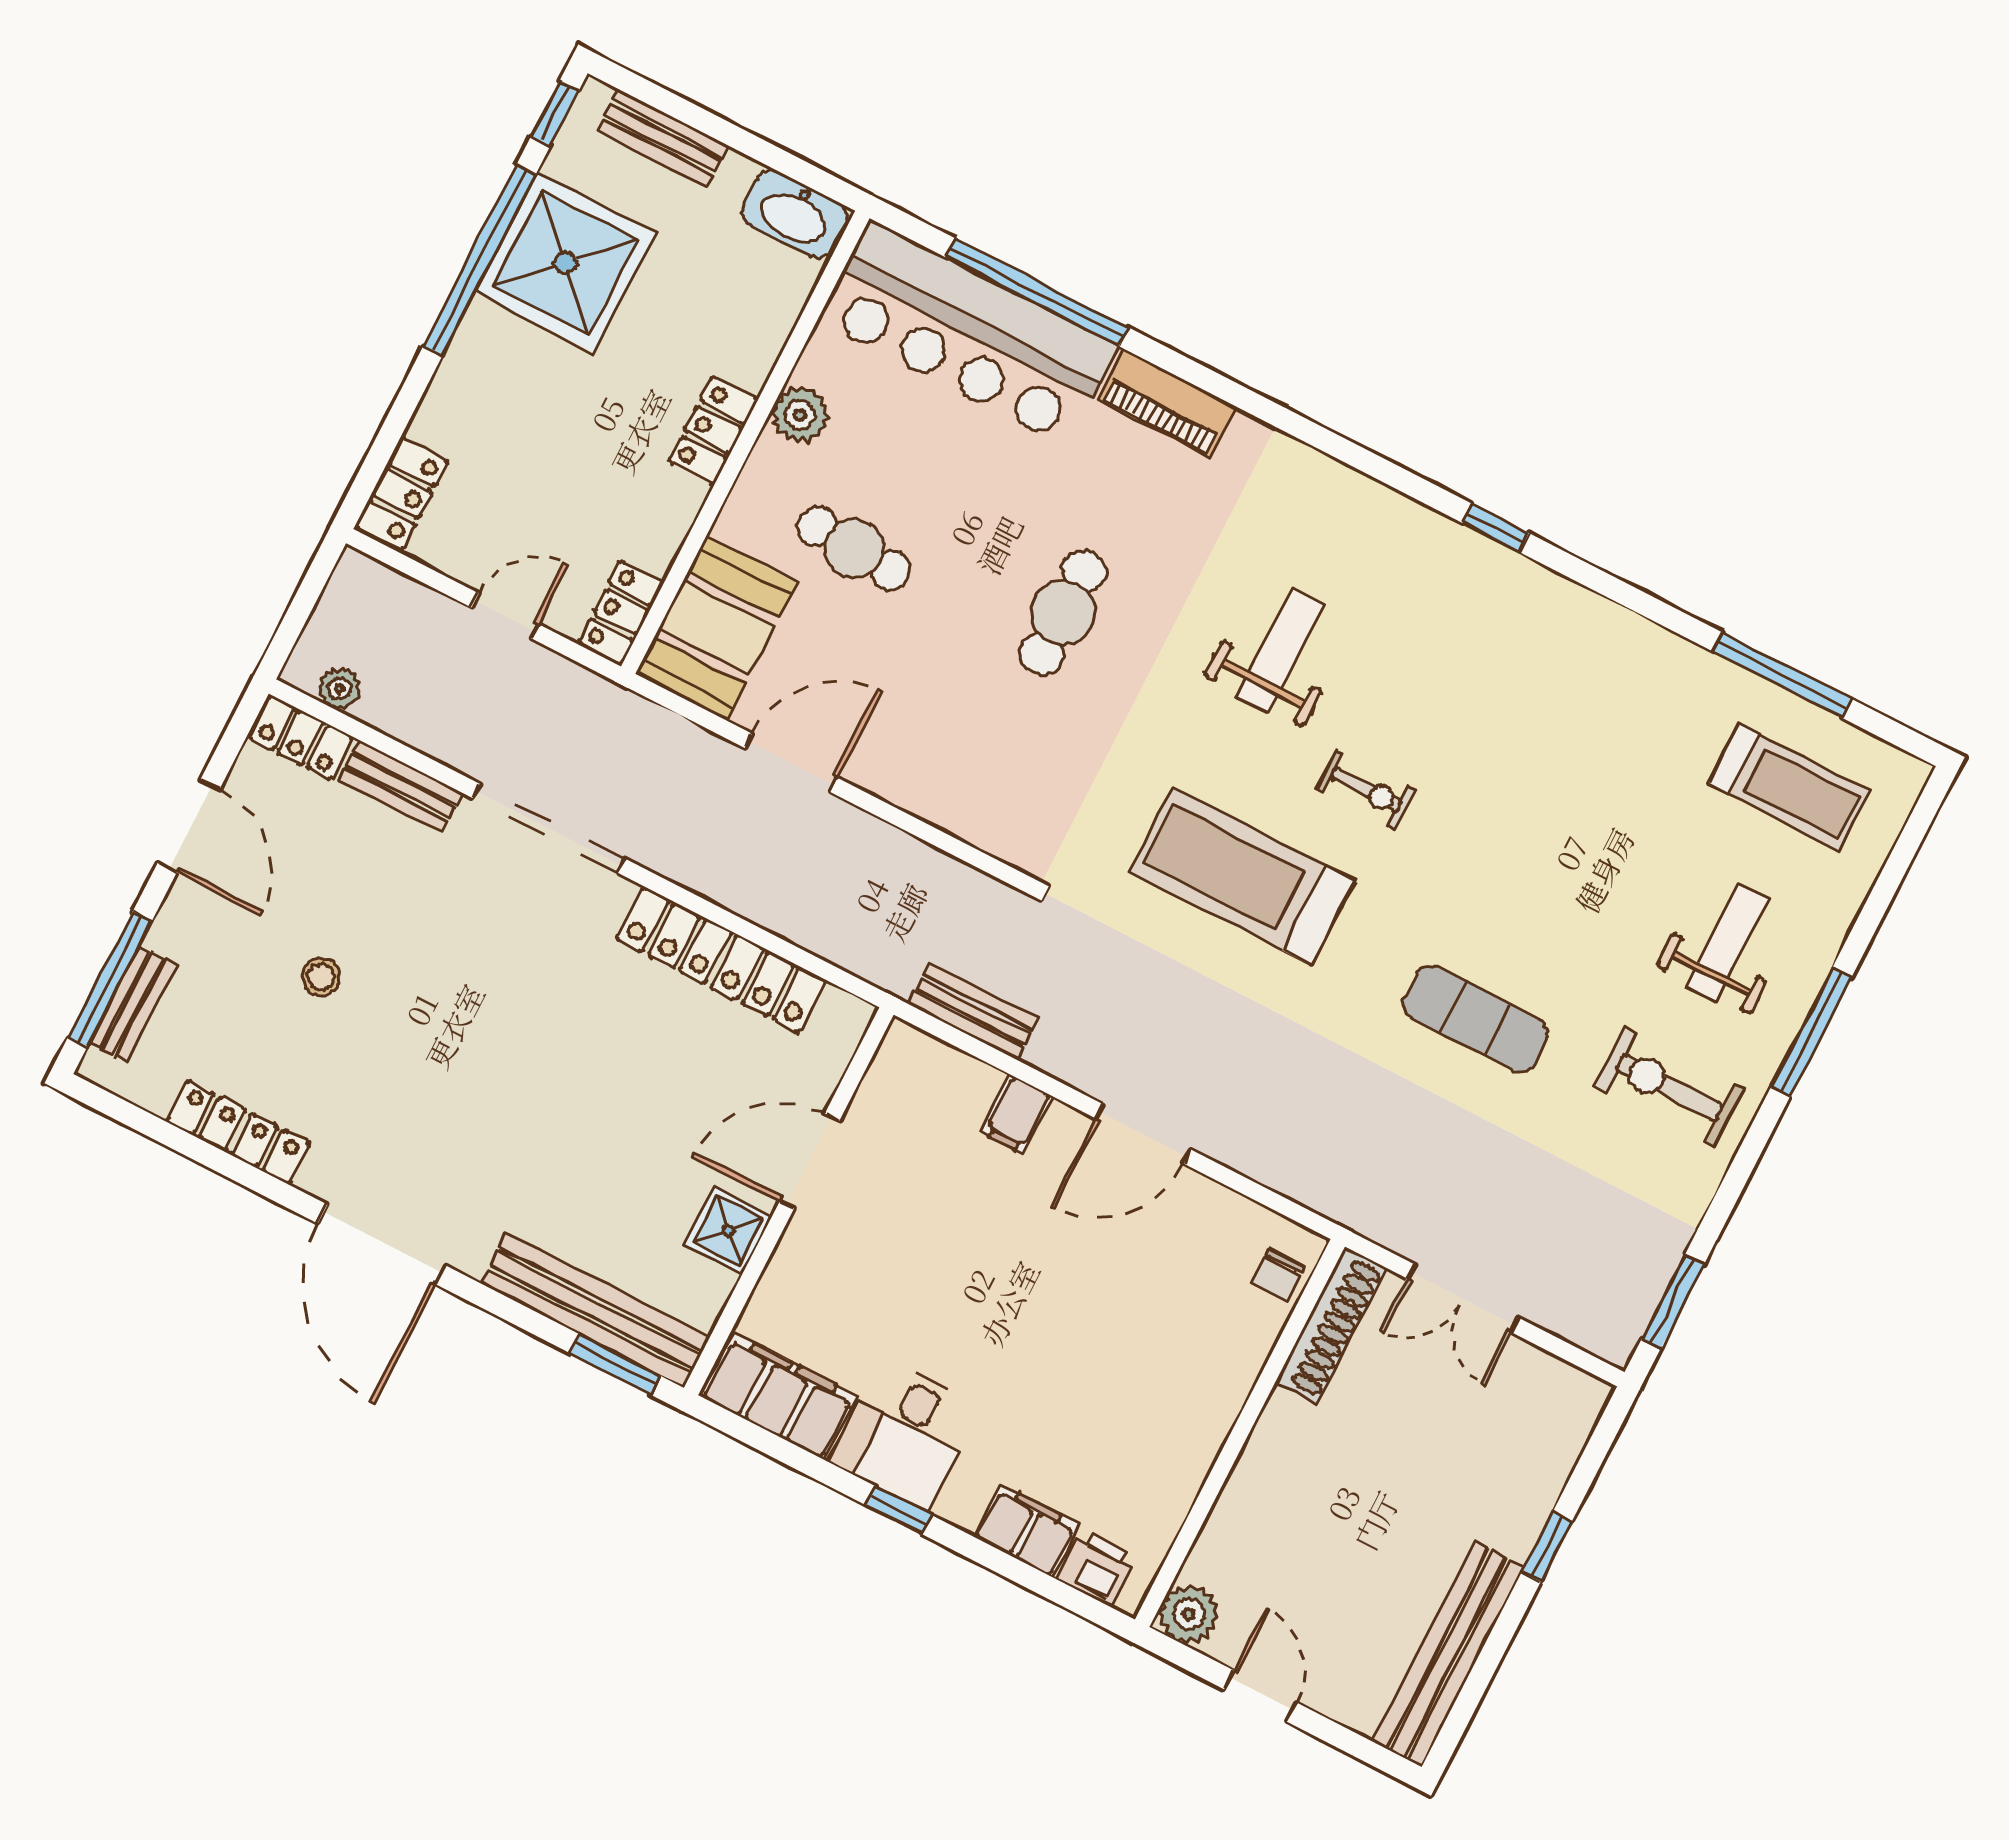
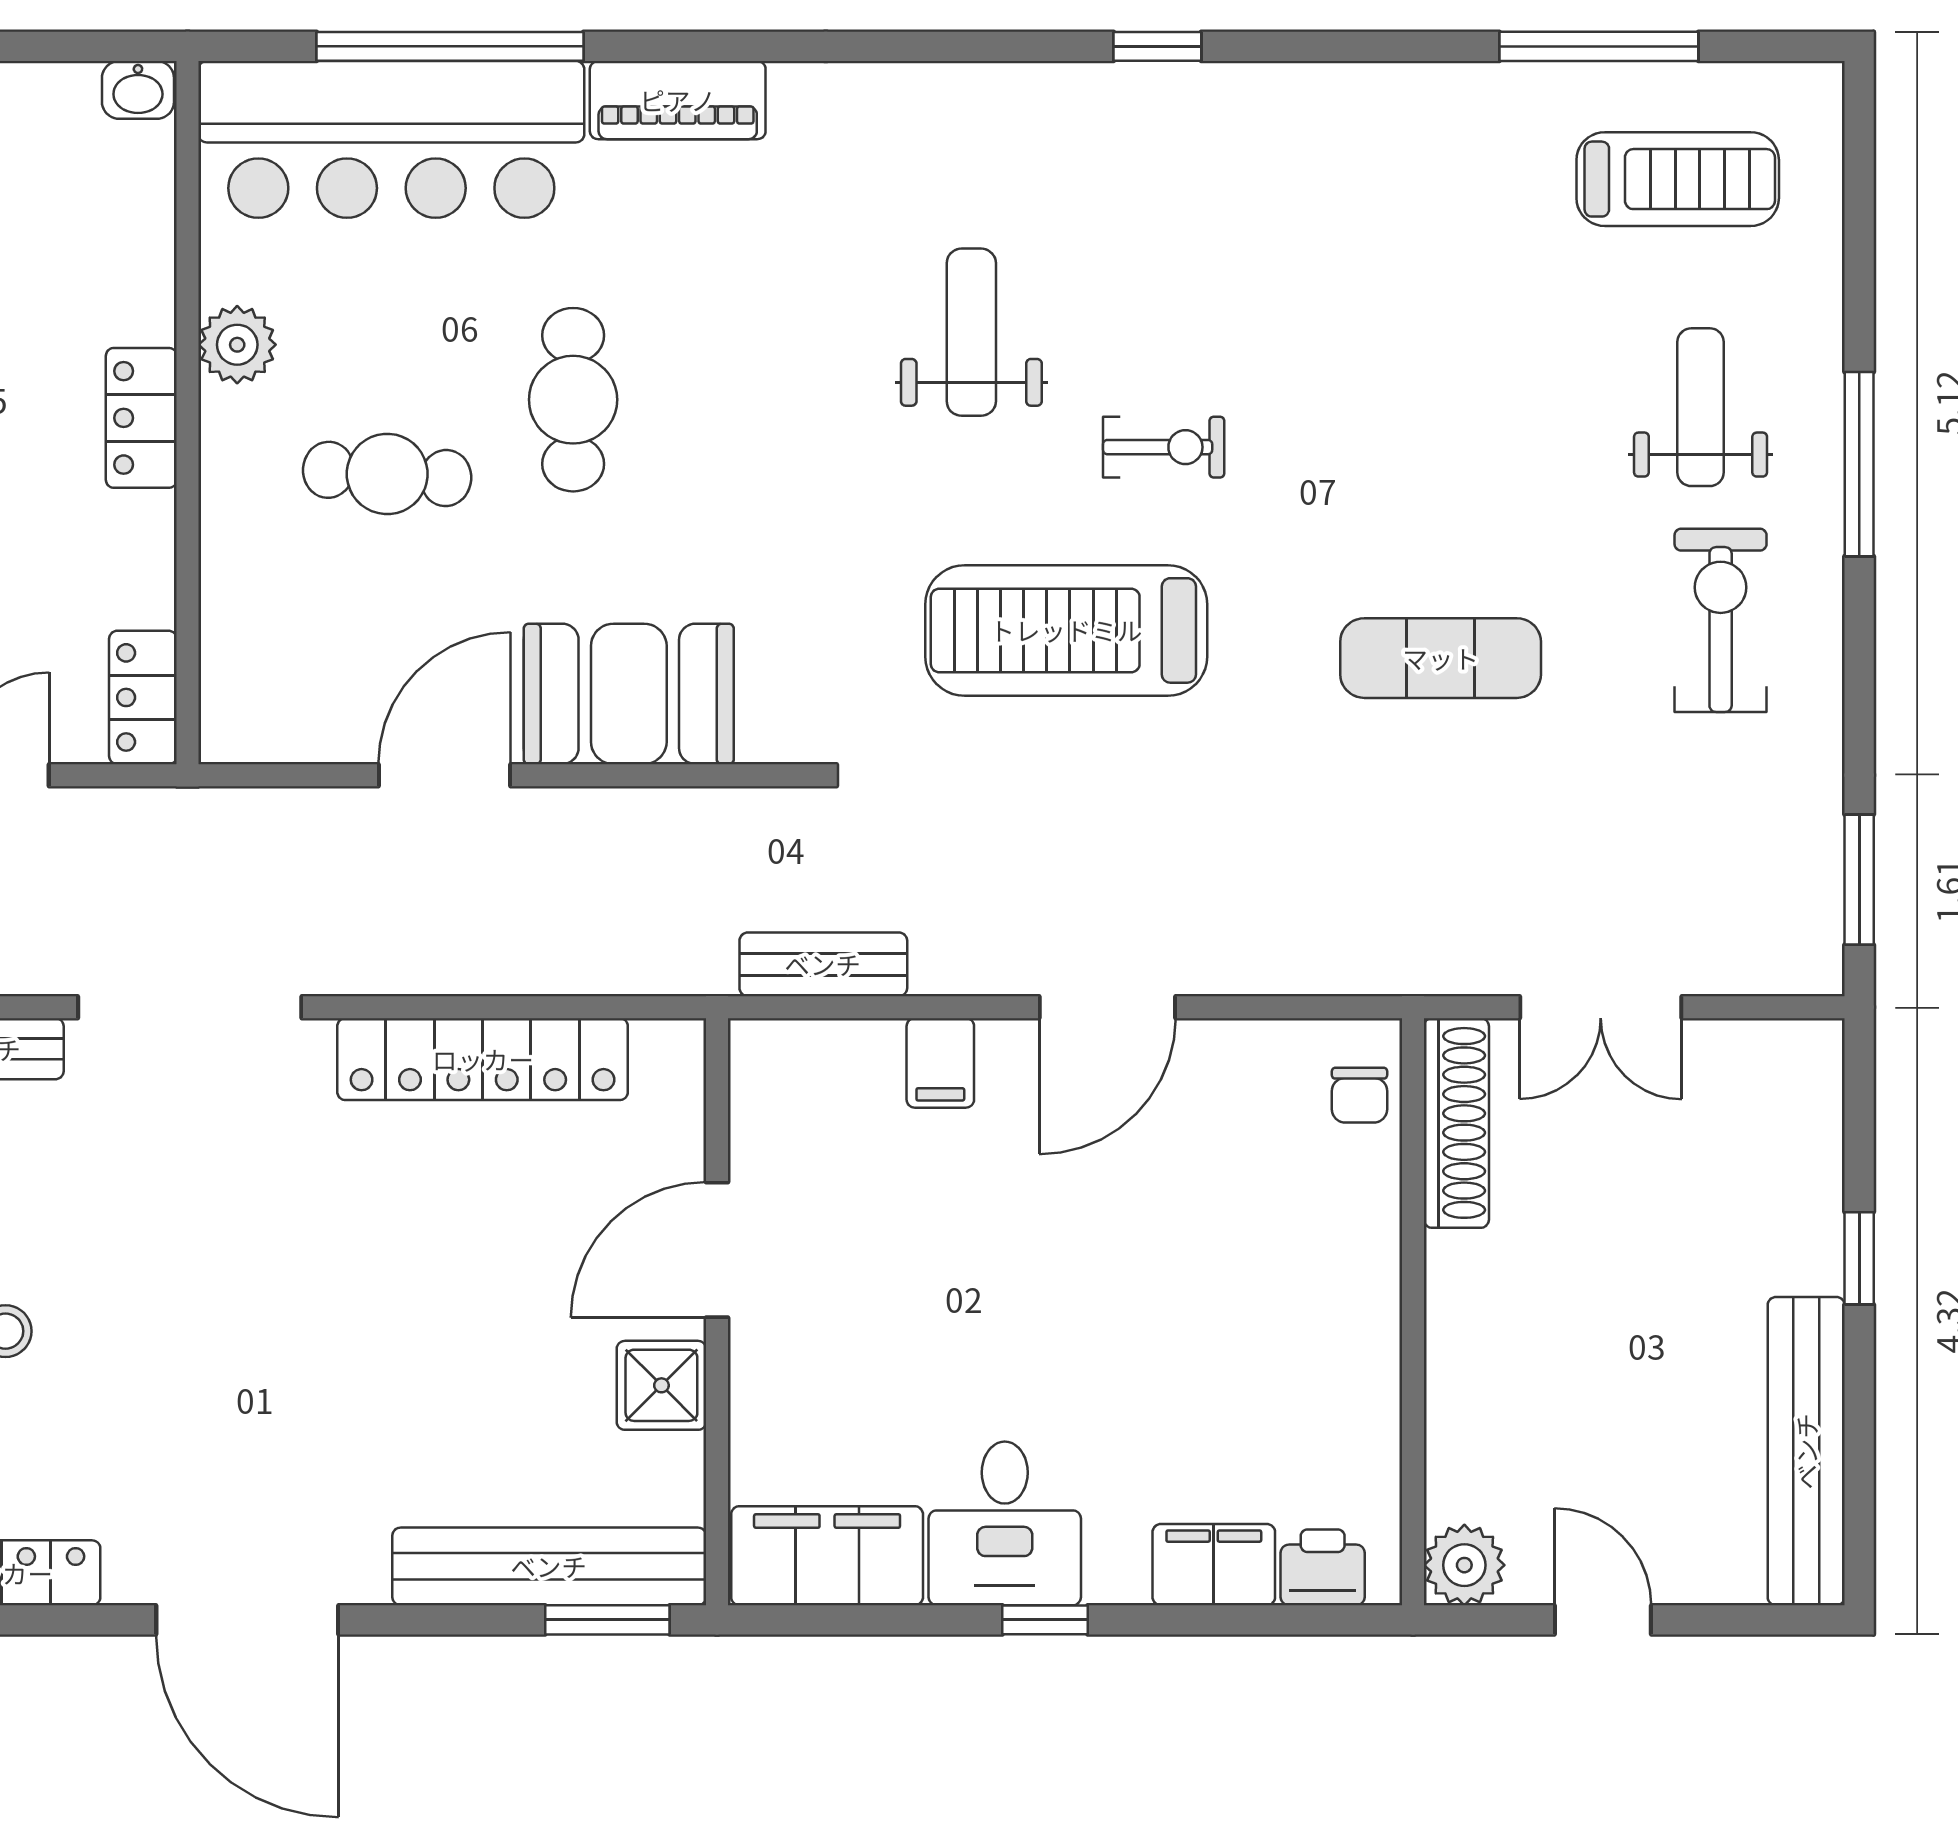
washbasin: (795, 214) -> (138, 90), width x0.52, depth x0.69
cafe table: (1063, 613) -> (573, 400), moved
booth: (717, 627) -> (629, 694), moved, turned 90
exercise bike: (1669, 1087) -> (1721, 620), turned 90

